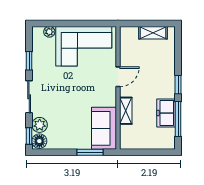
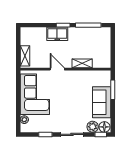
shelving: (153, 33) -> (25, 56), moved
freezer: (166, 113) -> (57, 34), moved
sofa: (104, 128) -> (102, 102), moved, turned 90

